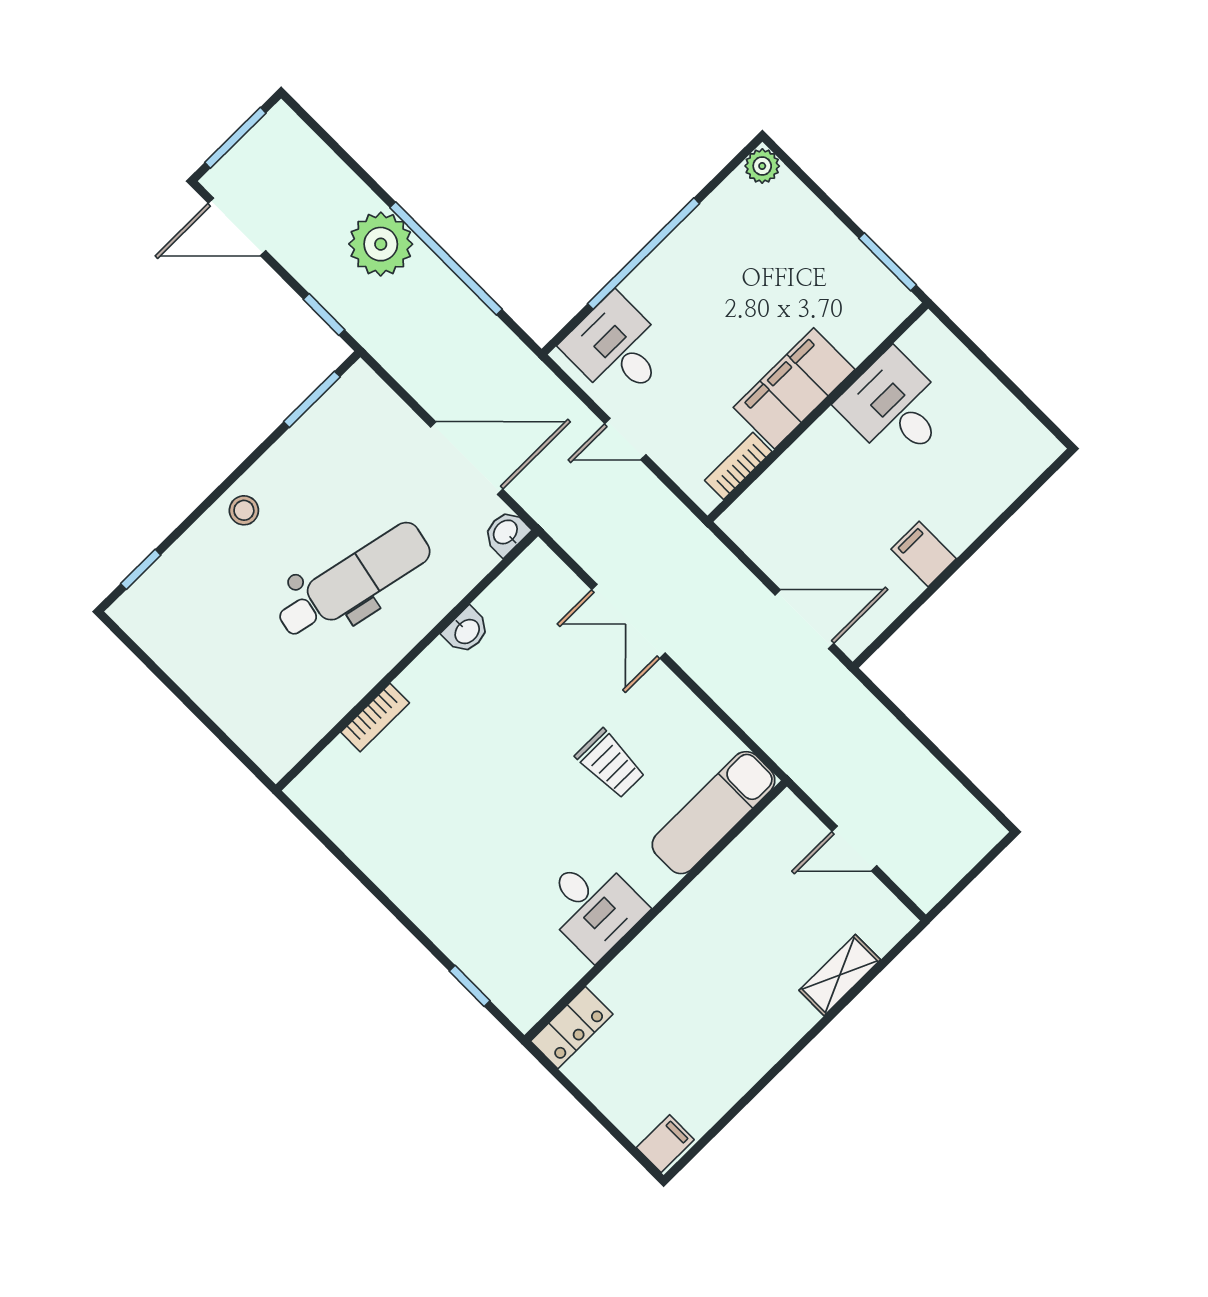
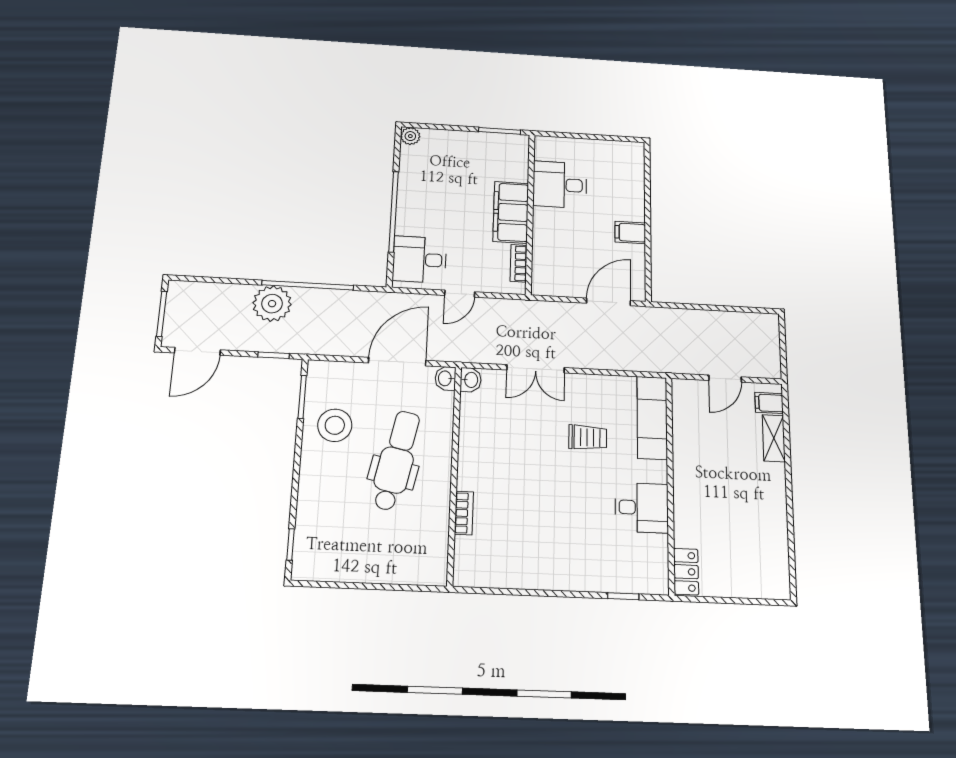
stool: (244, 510) -> (335, 425), moved, width x1.89, depth x1.89
washbasin: (466, 631) -> (471, 380), moved
filing cabinet: (665, 1144) -> (769, 403), moved, turned -90

